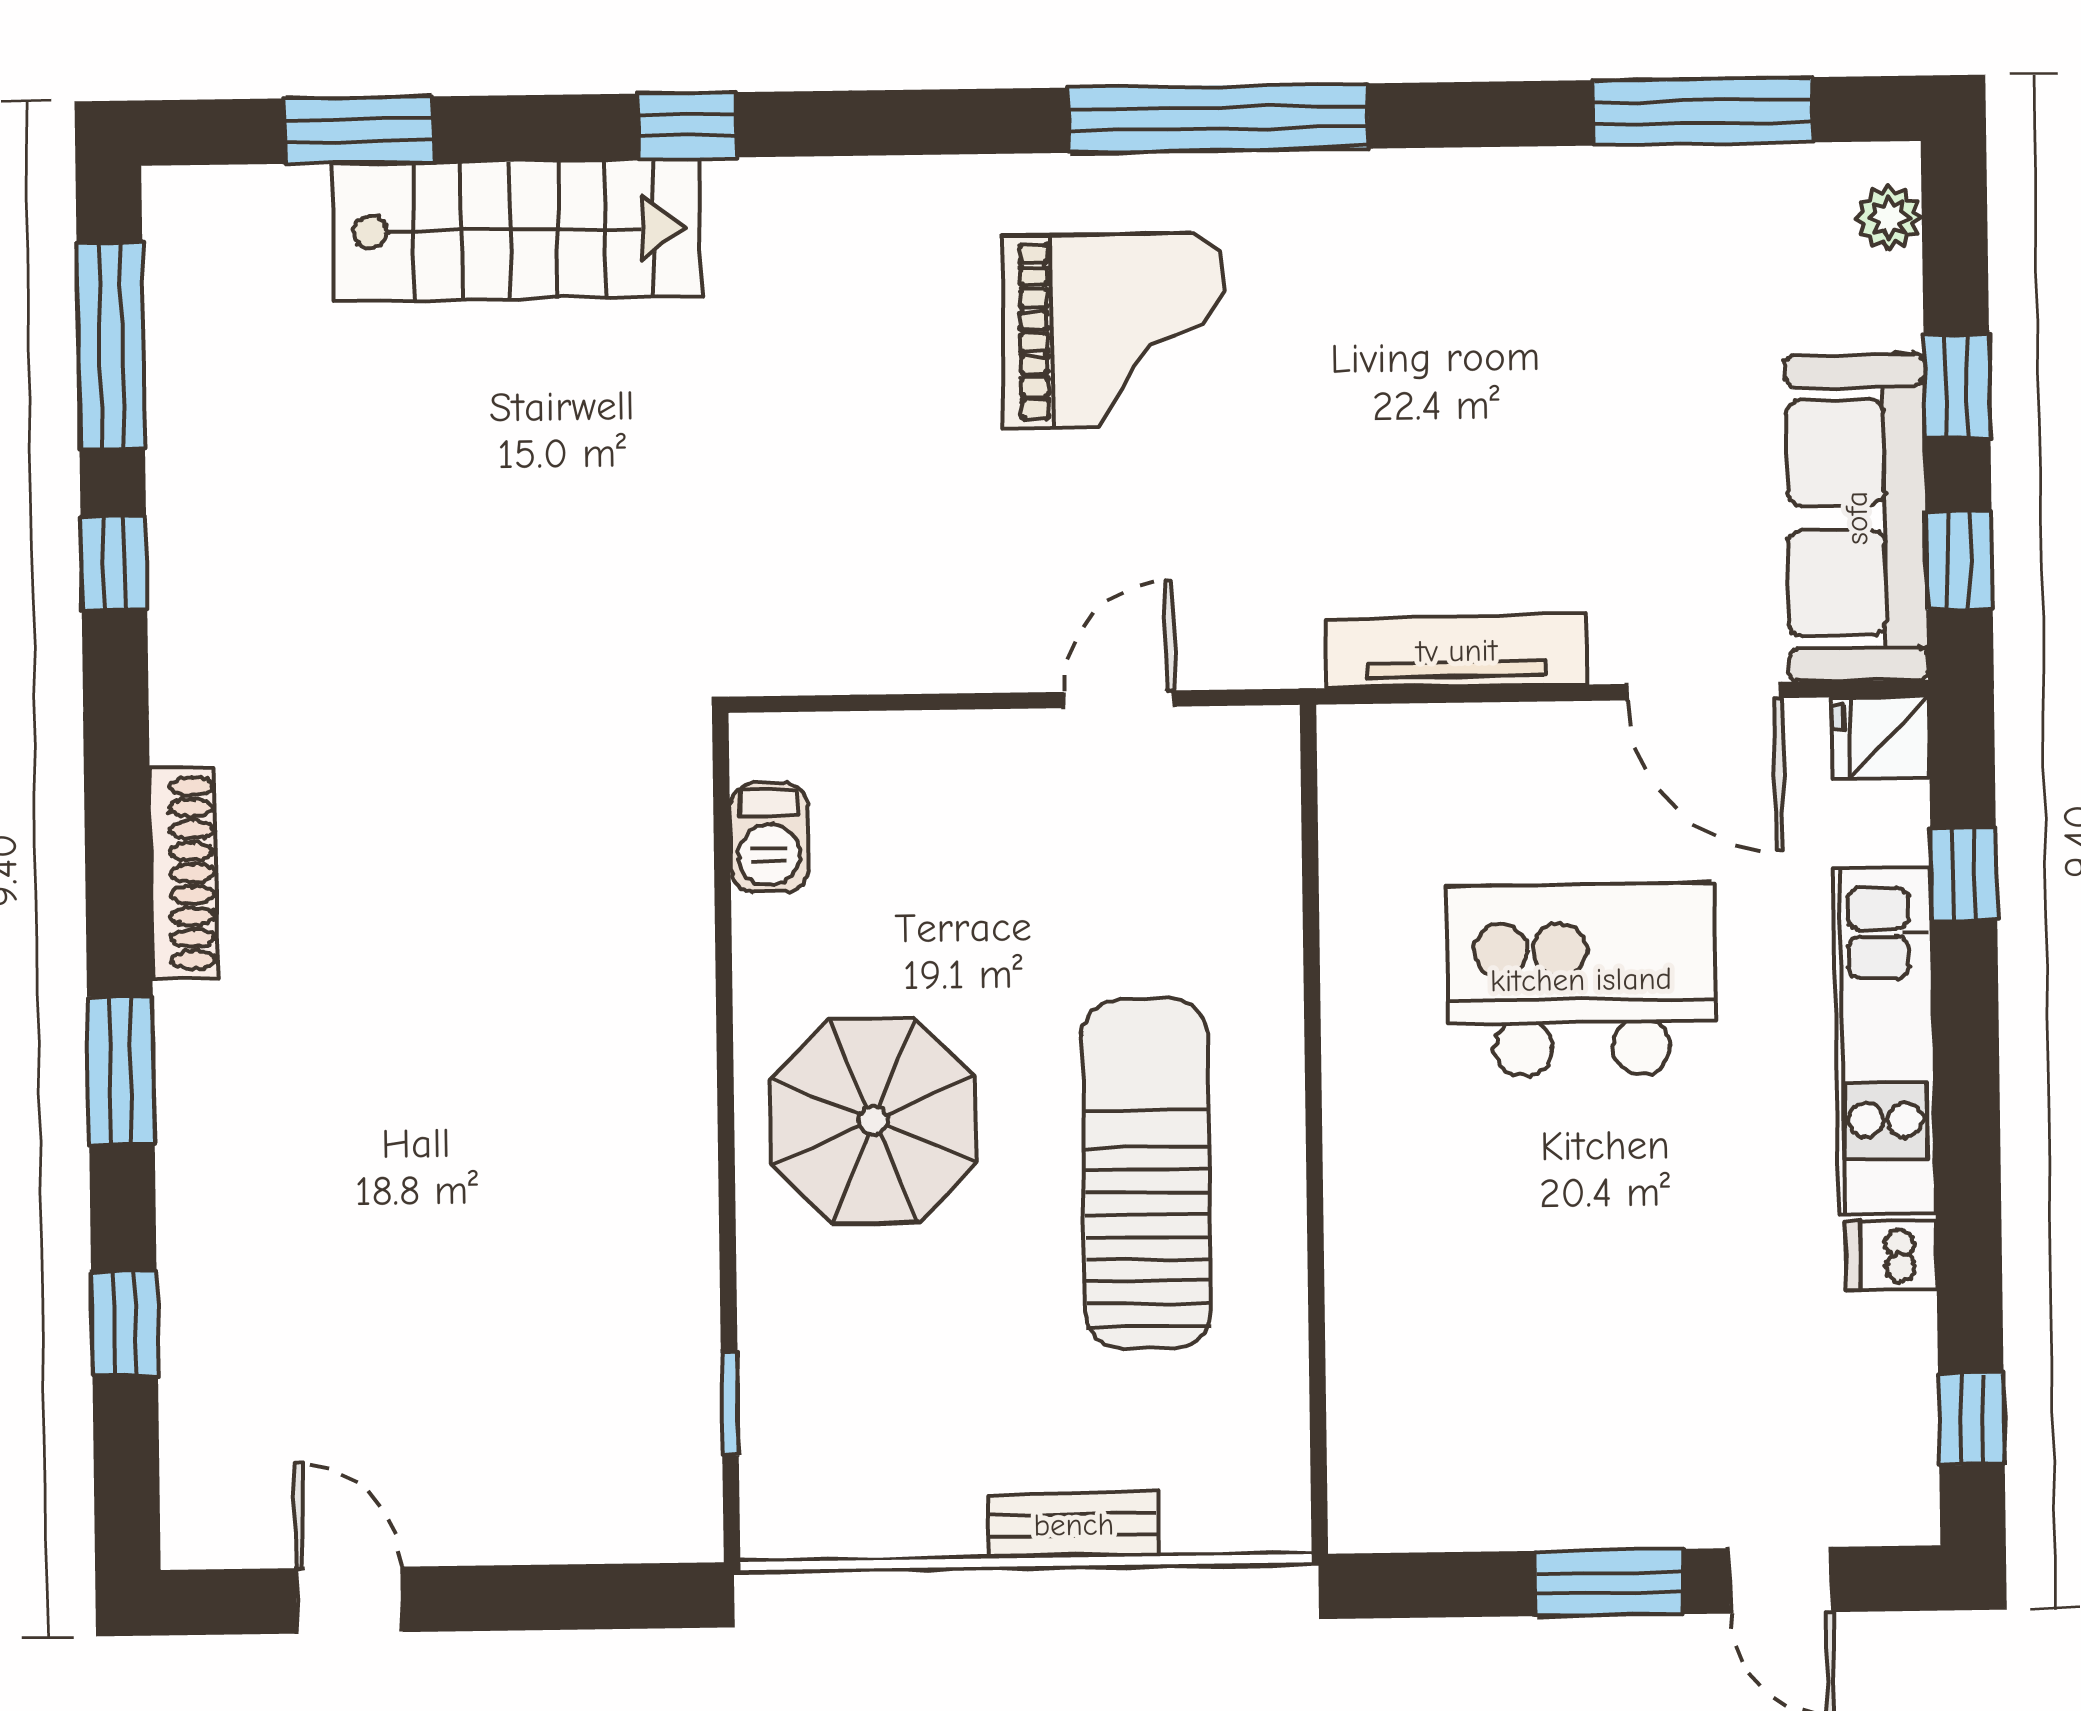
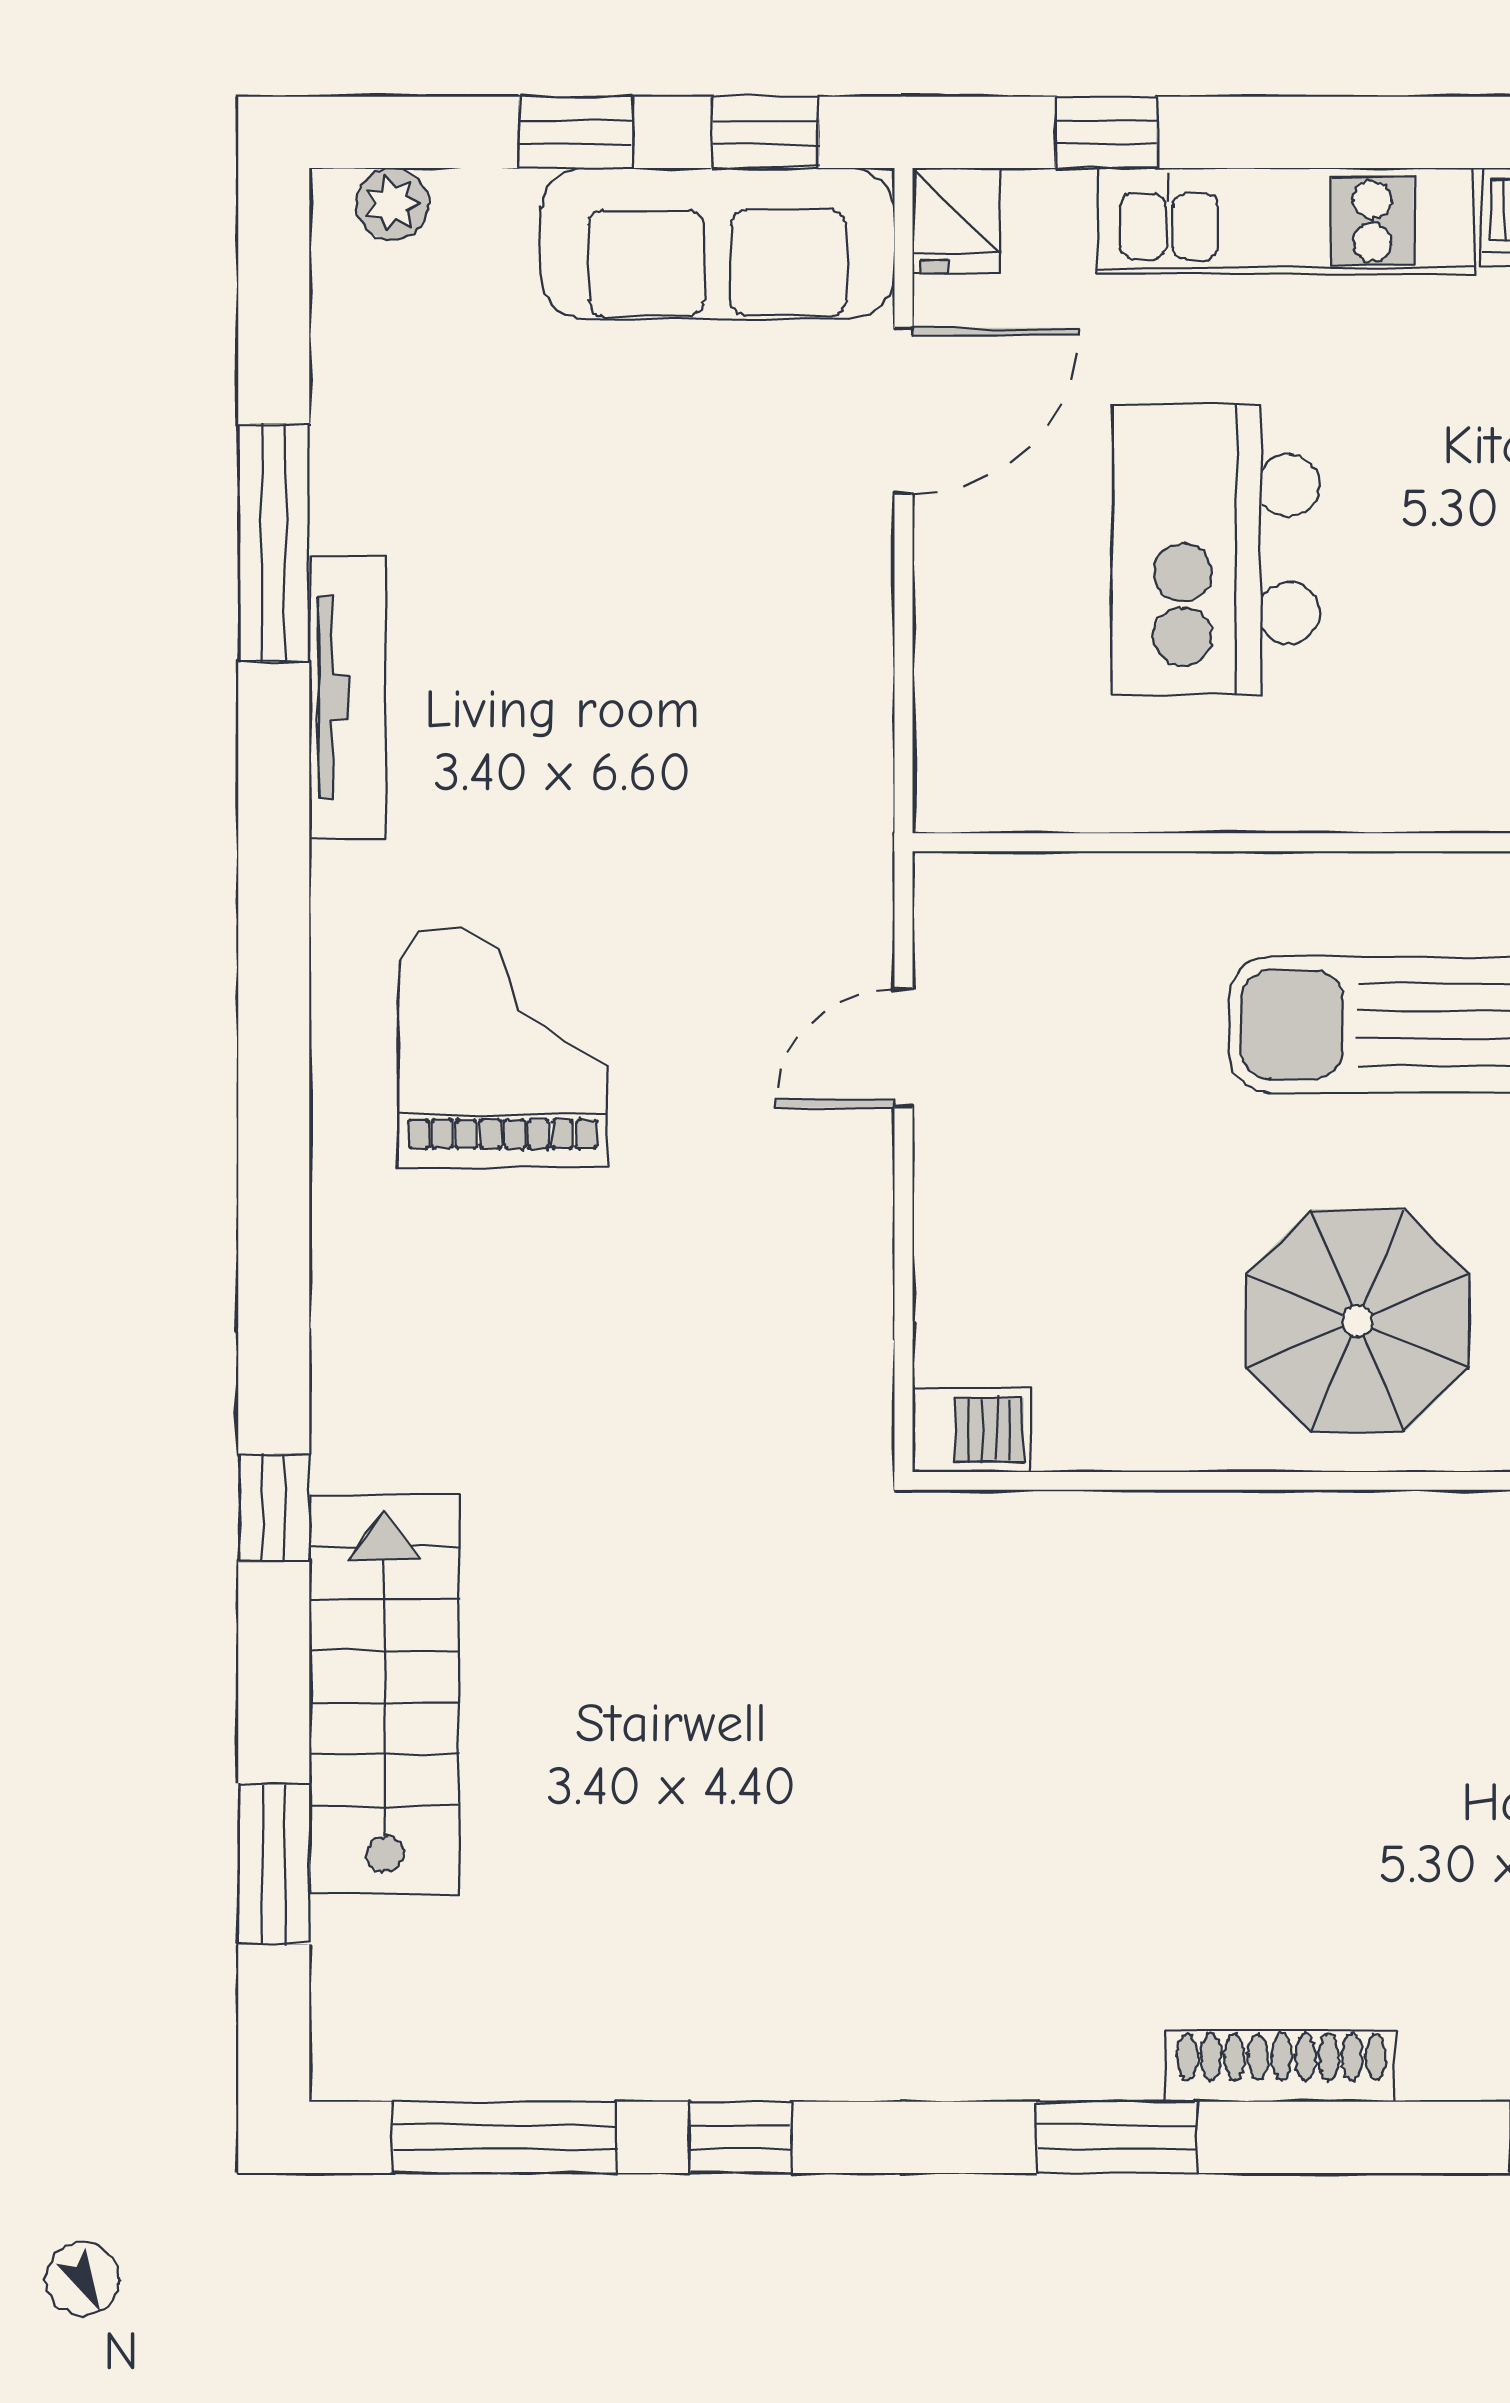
window: (1703, 111) -> (274, 543), moved
window: (1218, 118) -> (274, 931), removed
tv unit: (1457, 651) -> (348, 697), moved, turned 180
door: (1119, 699) -> (904, 1048), hinge flipped
barbecue: (769, 838) -> (972, 1430), moved
shoe rack: (184, 873) -> (1281, 2066), moved
window: (121, 1070) -> (1116, 2137), moved

